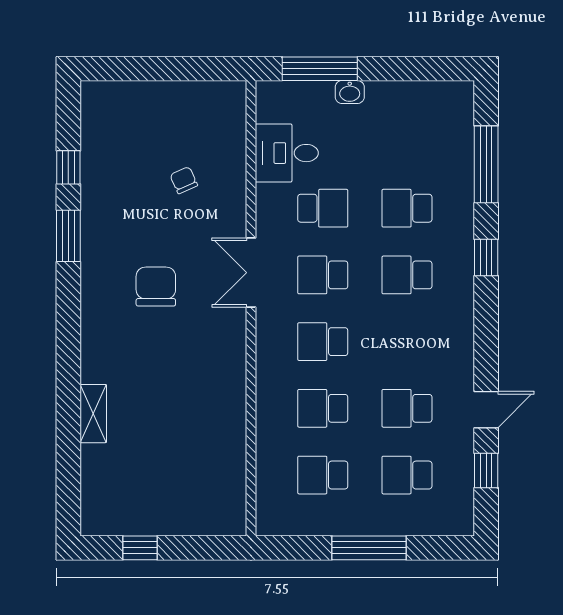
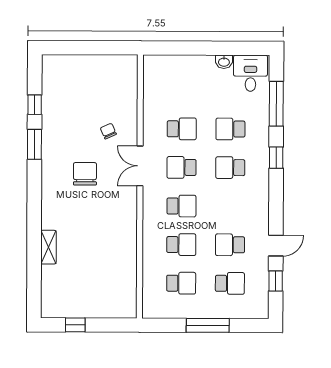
window: (320, 69) -> (180, 48), removed
washbasin: (350, 92) -> (224, 62), moved
desk: (287, 153) -> (250, 73), moved, turned 90
chair: (184, 180) -> (108, 131), moved
school desk: (323, 342) -> (181, 206), turned 180
school desk: (323, 408) -> (181, 245), turned 180
school desk: (323, 475) -> (181, 283), turned 180
school desk: (407, 475) -> (230, 283), turned 180

